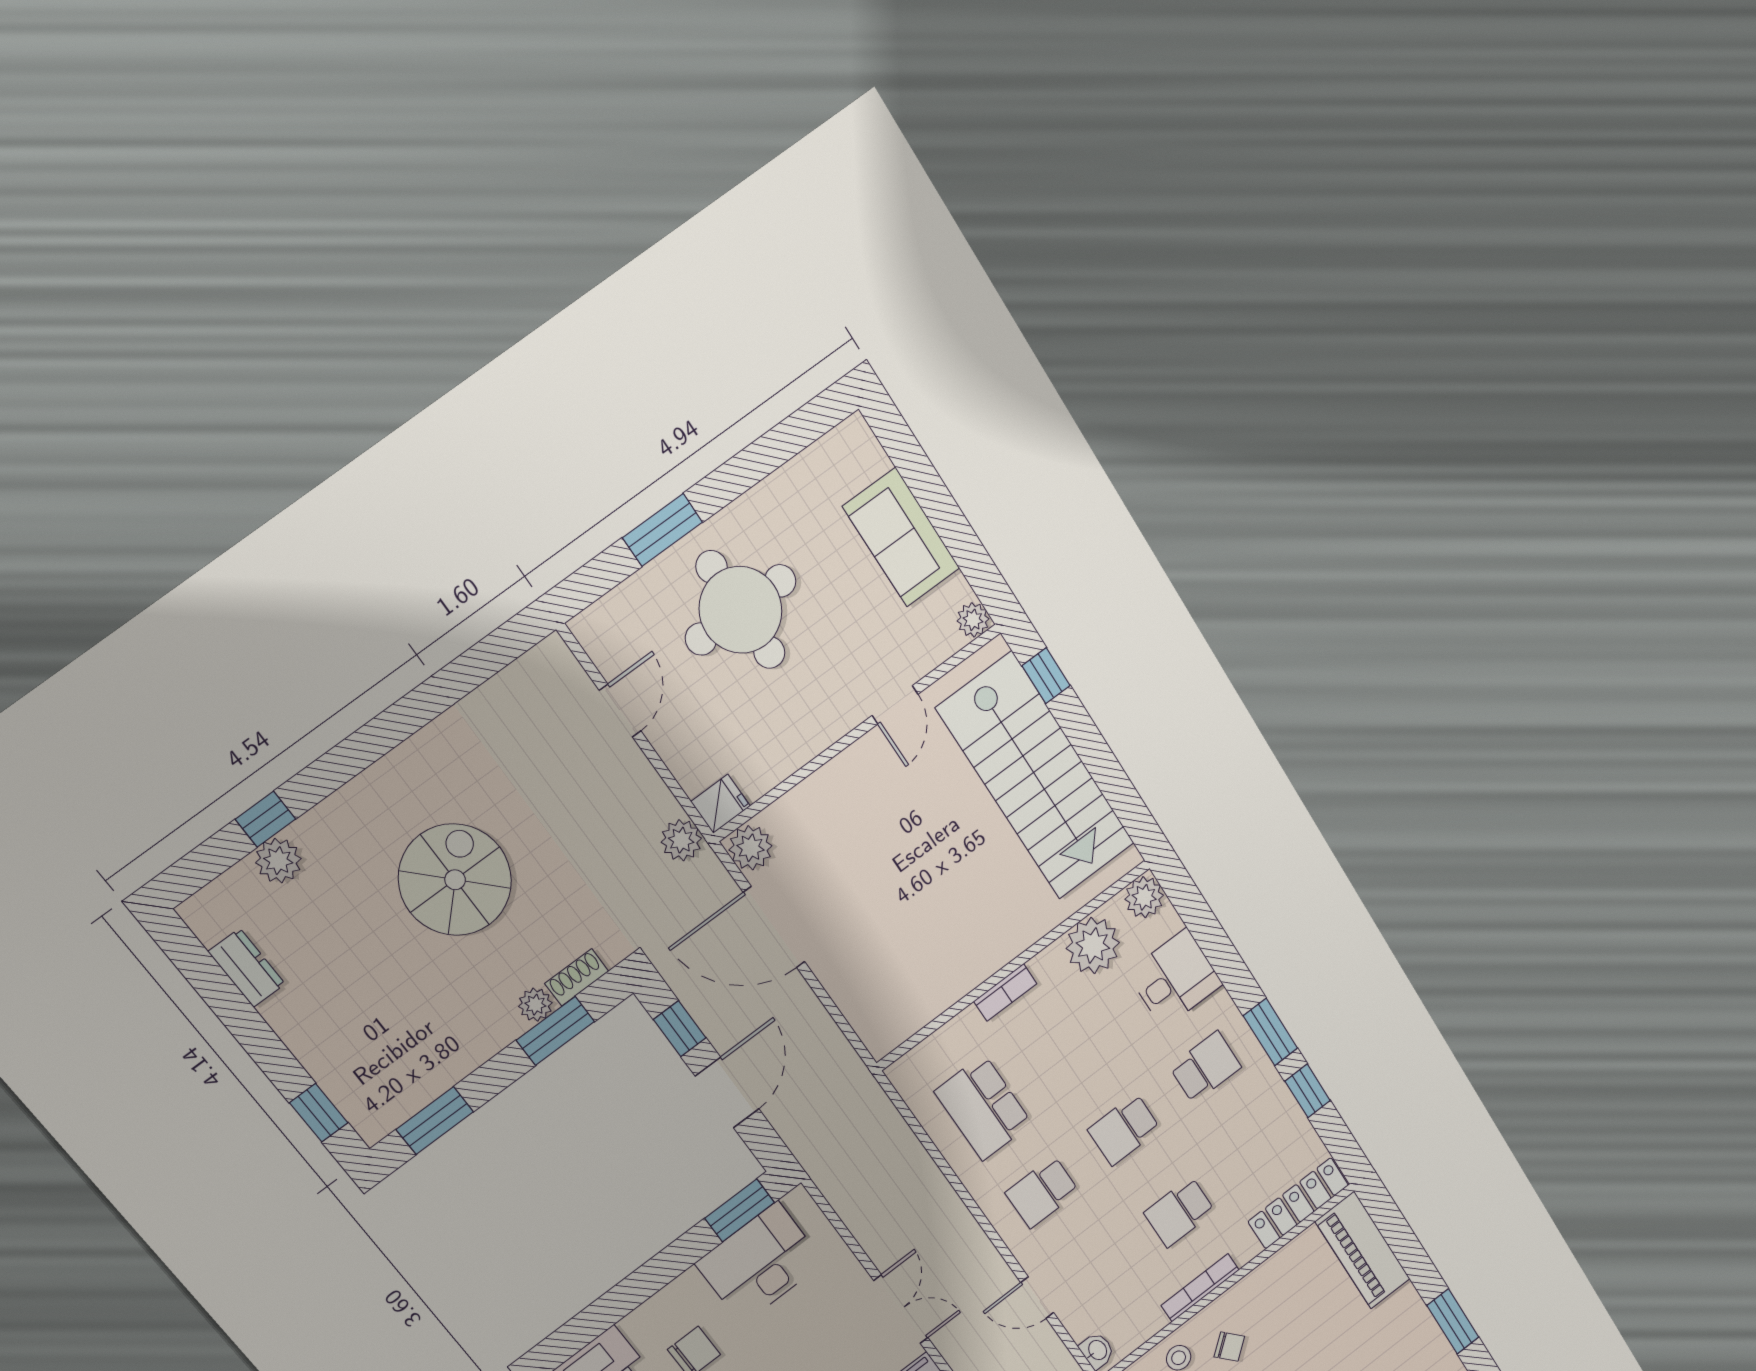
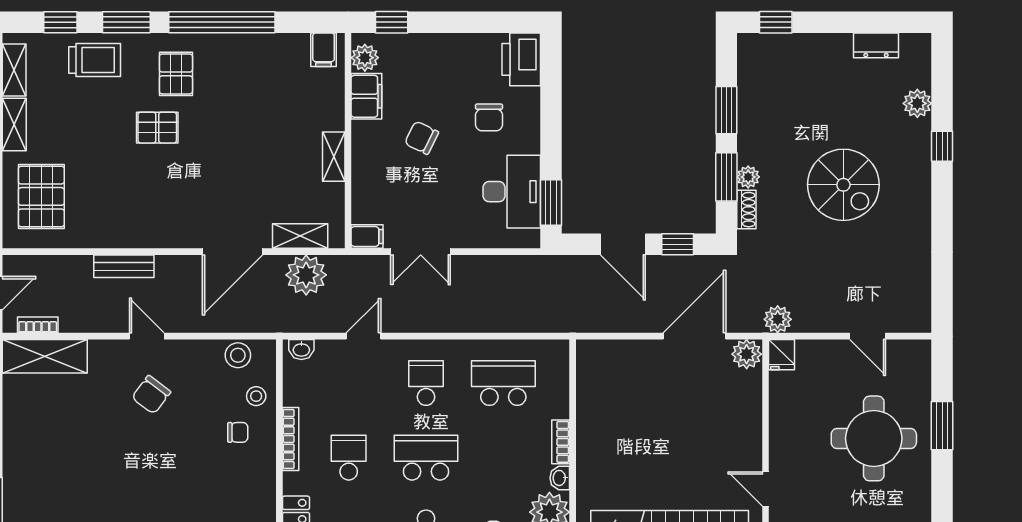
window: (265, 819) -> (942, 146), moved
washbasin: (1047, 963) -> (560, 478), added
window: (435, 1121) -> (726, 110), moved
school desk: (1124, 1129) -> (426, 458), width x1.85
chair: (1229, 1347) -> (238, 432), turned -139

